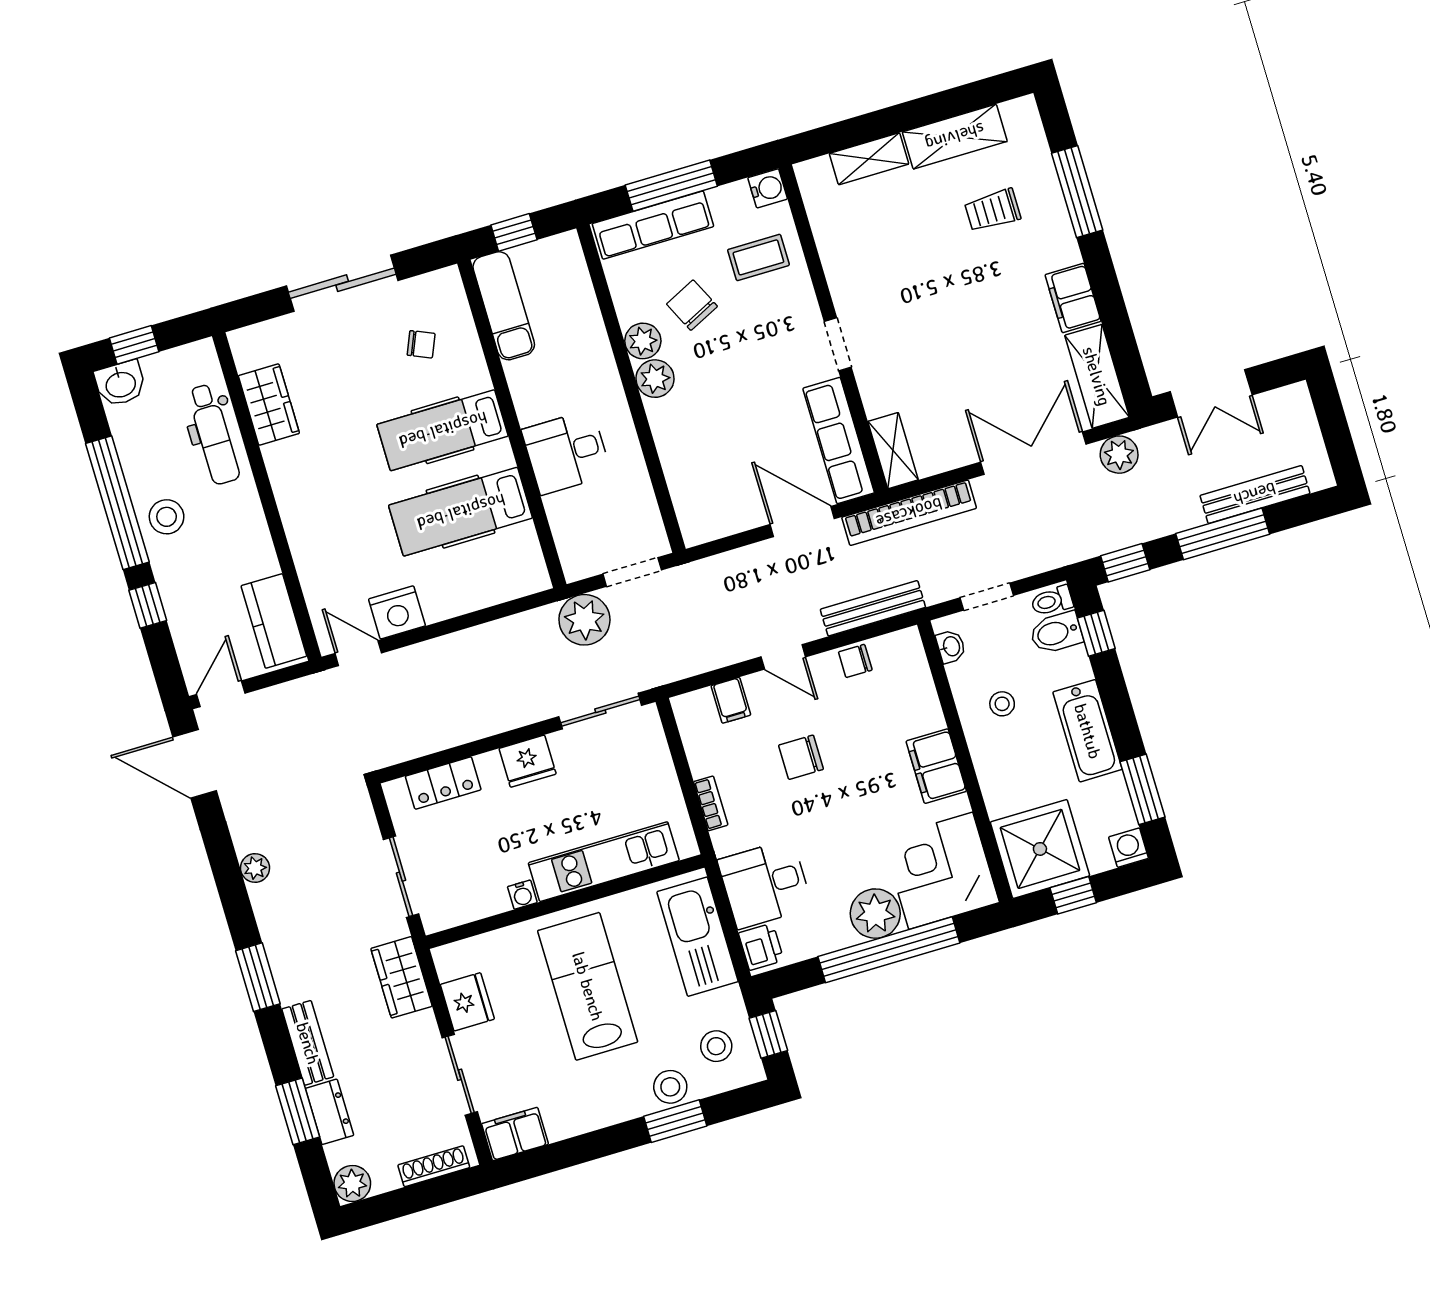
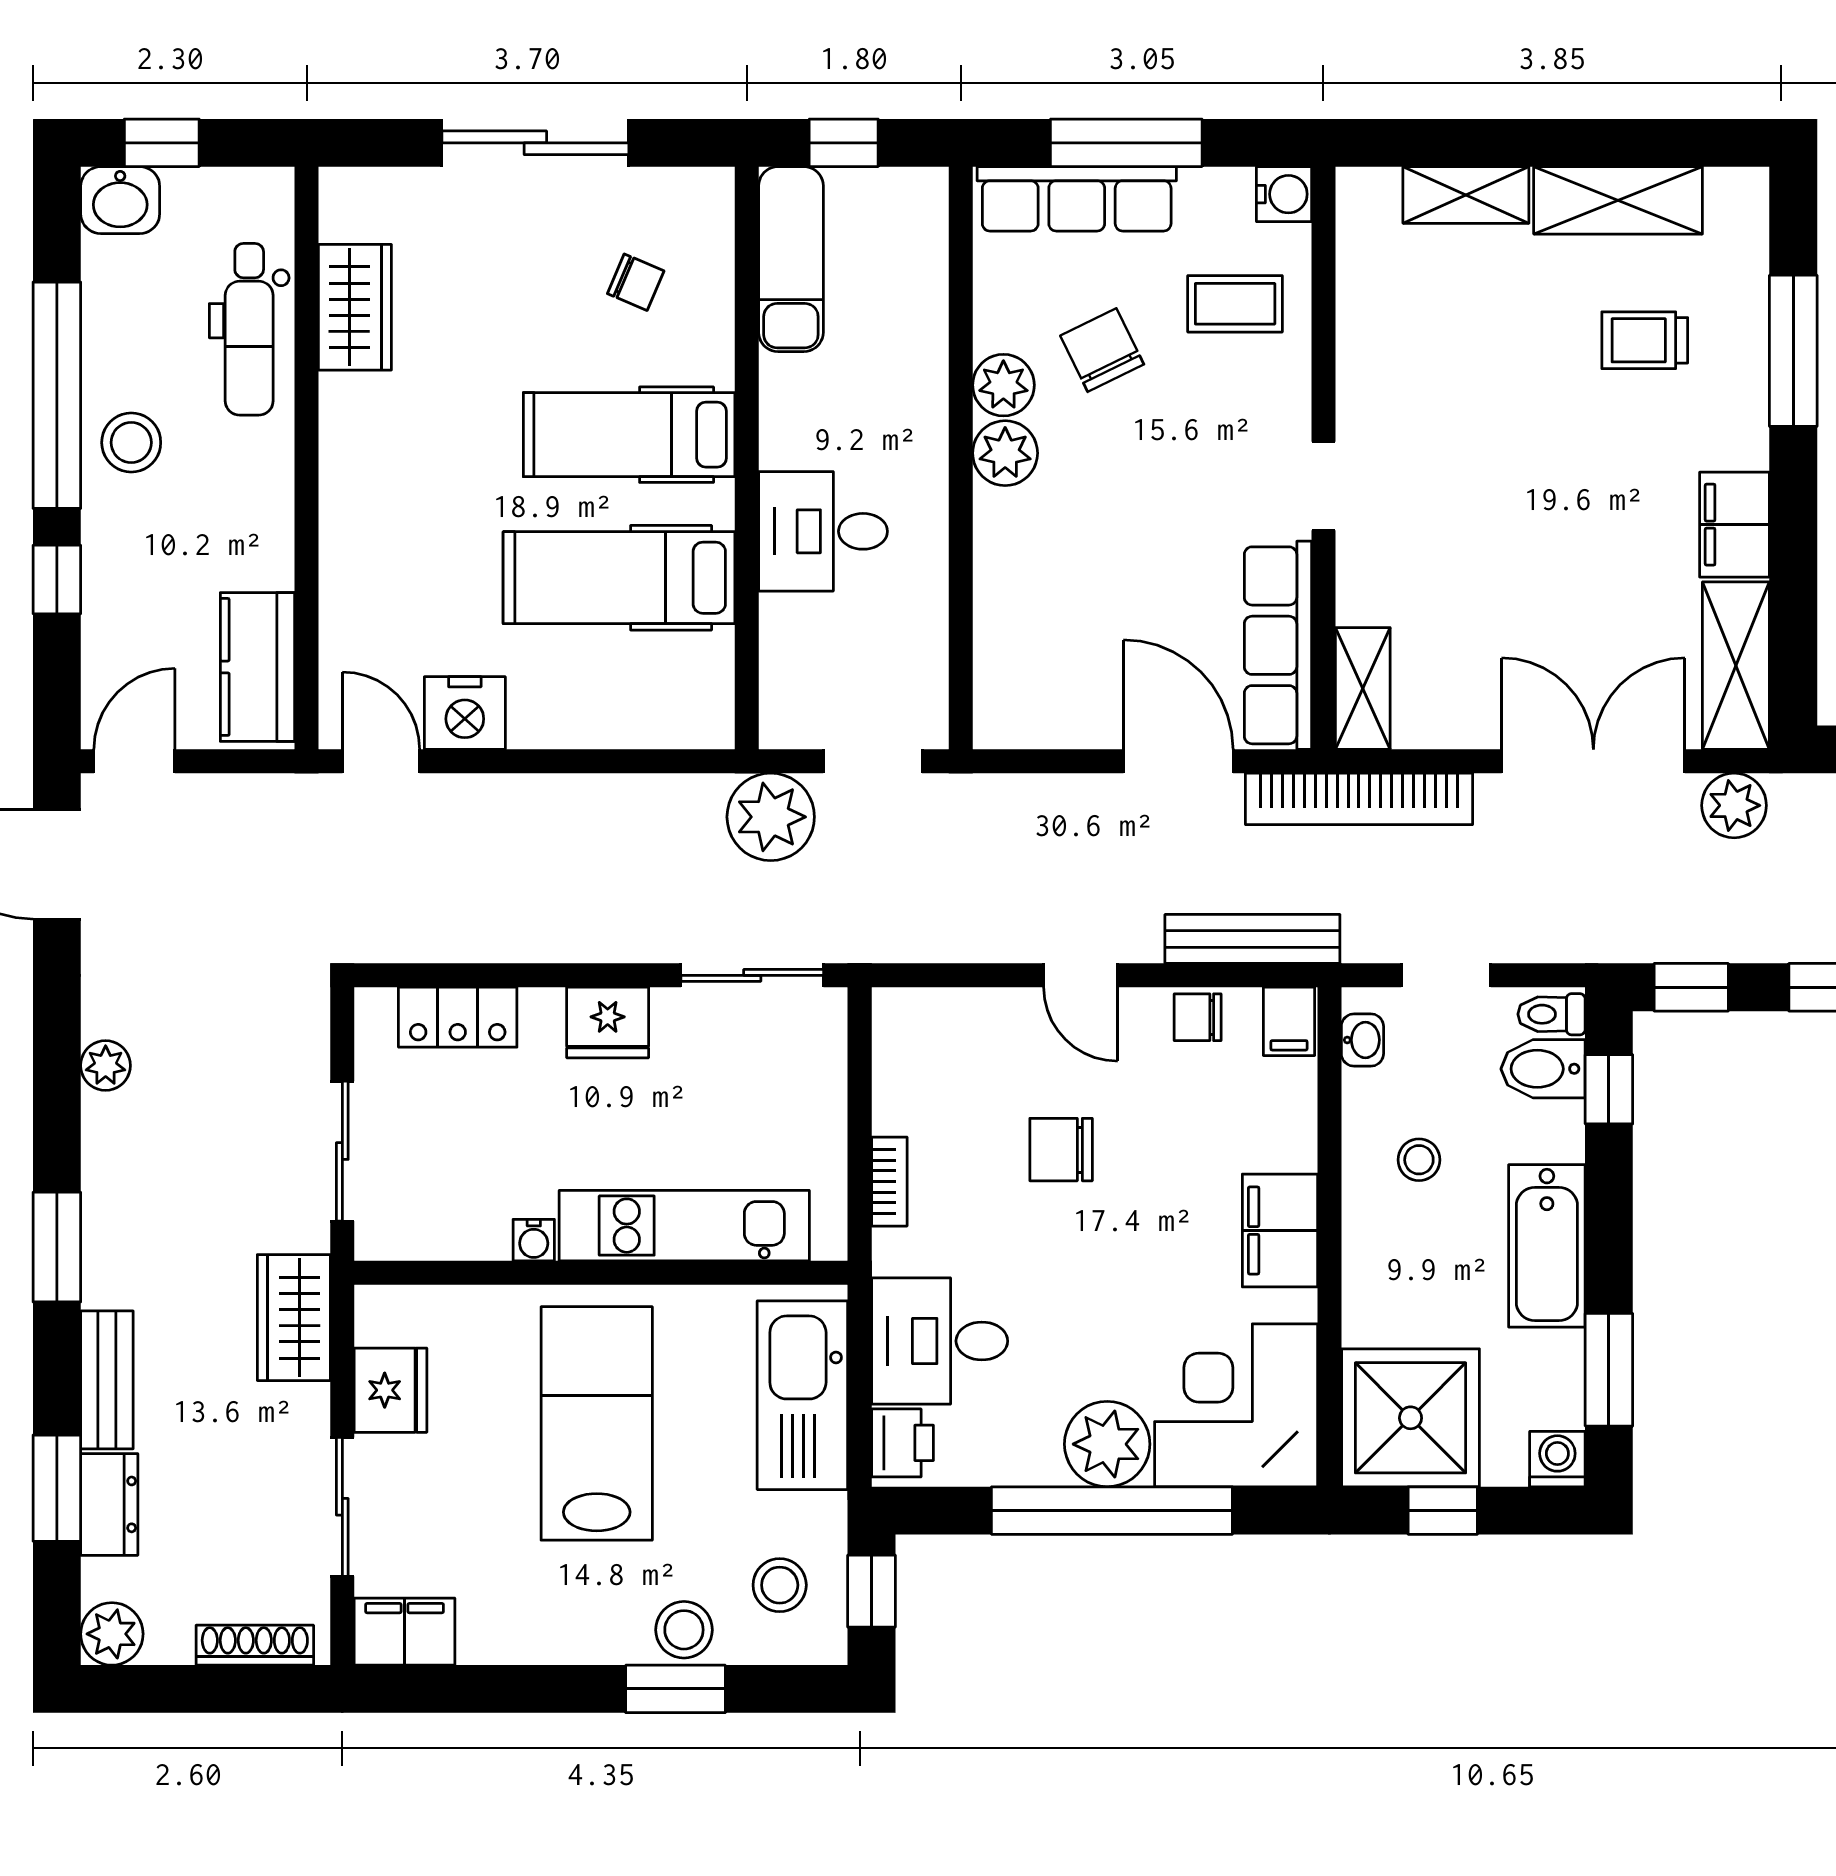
filing cabinet: (731, 700) -> (1289, 1021), moved

